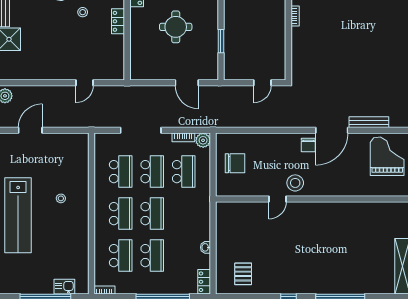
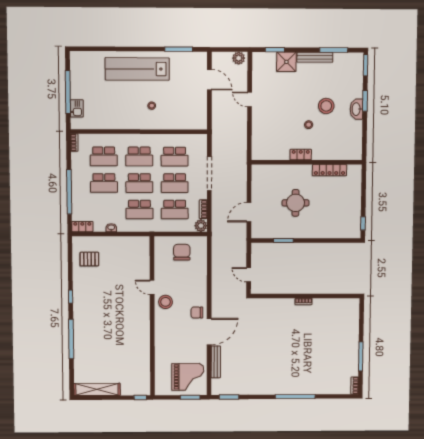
door: (85, 83) -> (250, 99), moved
door: (332, 130) -> (209, 332), swing flipped
chair: (235, 163) -> (182, 252), turned 180
school desk: (184, 214) -> (139, 210), added

